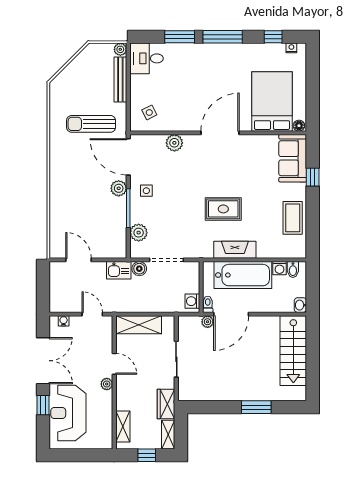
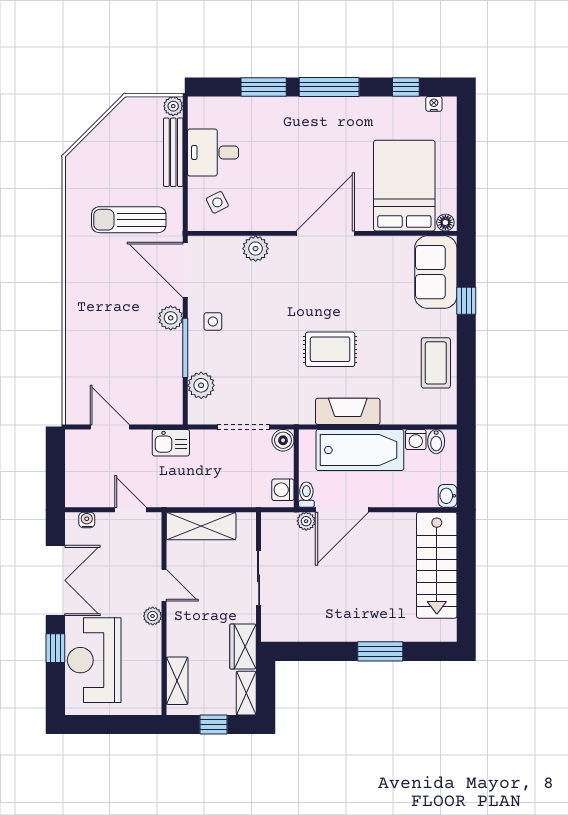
desk: (146, 58) -> (213, 152), moved
boiler: (139, 269) -> (283, 440), moved

